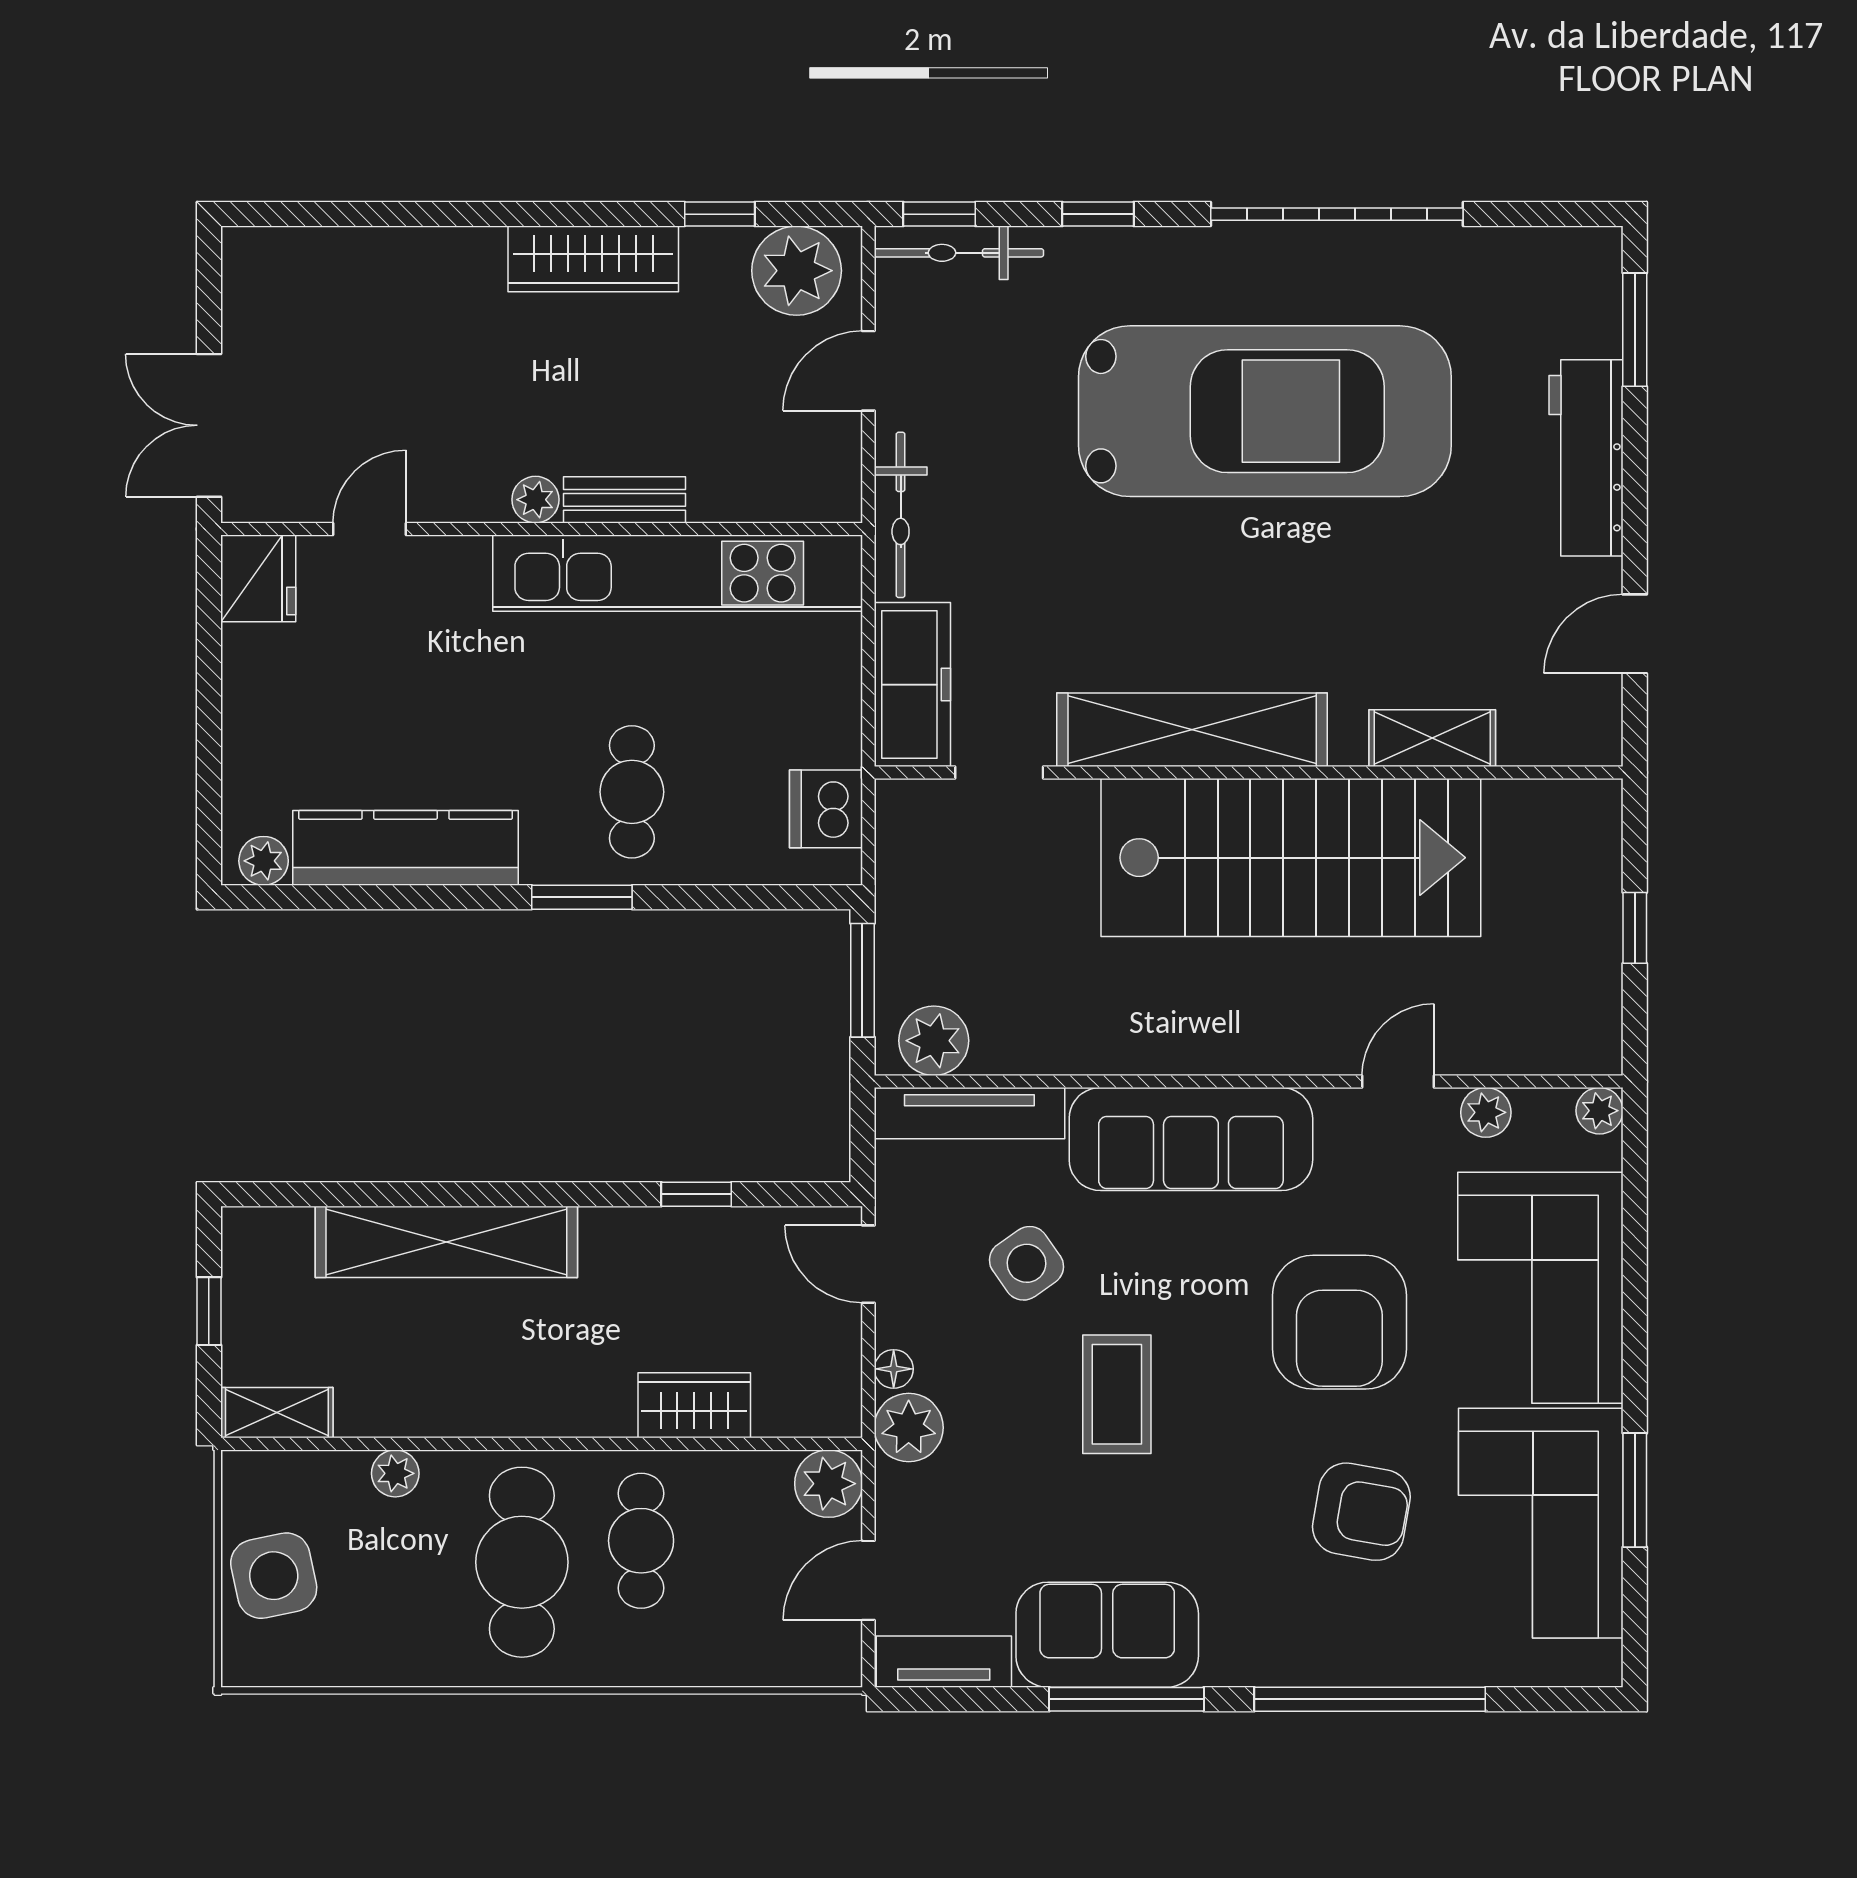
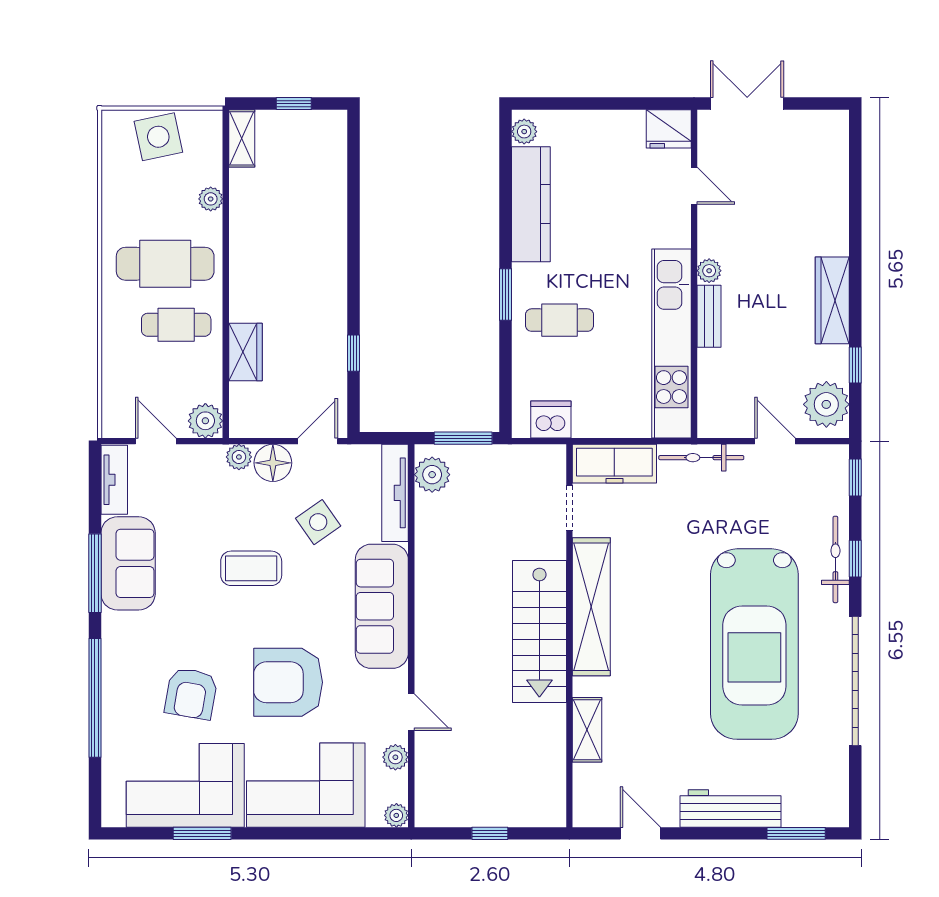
bicycle: (959, 253) -> (835, 559), moved
stairs: (1291, 858) -> (539, 632), width x0.73, depth x0.66
shelving: (446, 1242) -> (329, 225), removed
floor lamp: (894, 1369) -> (273, 463), width x1.89, depth x1.89
plant: (909, 1428) -> (239, 457), width x0.73, depth x0.73

